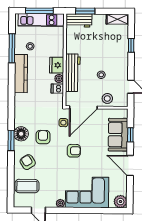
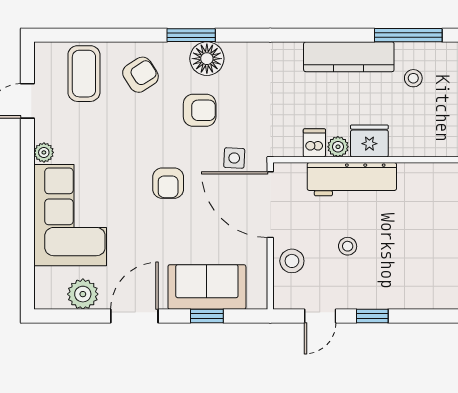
window: (131, 45) -> (372, 316), moved
plant: (120, 202) -> (83, 294), moved

